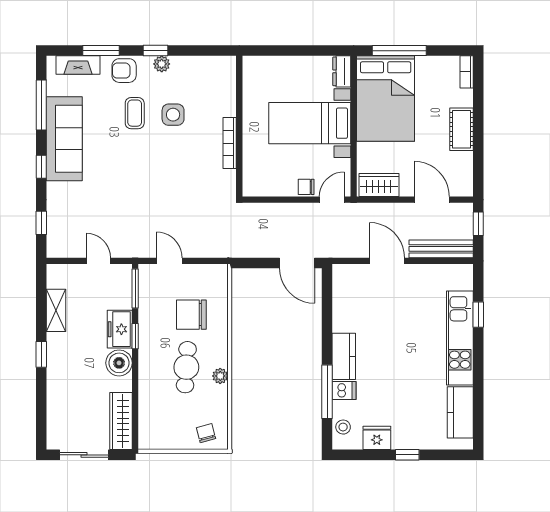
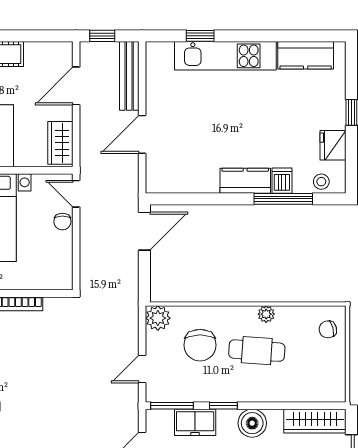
plant: (217, 275) -> (158, 318), added
freezer: (120, 329) -> (195, 422), moved

